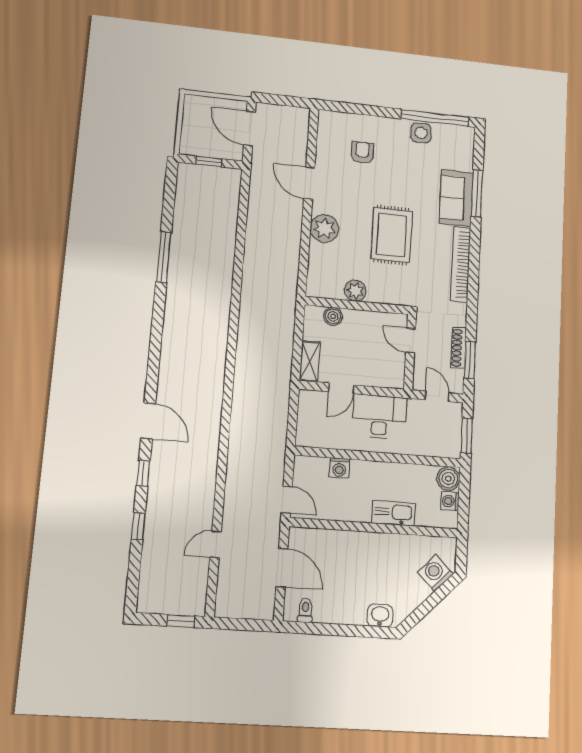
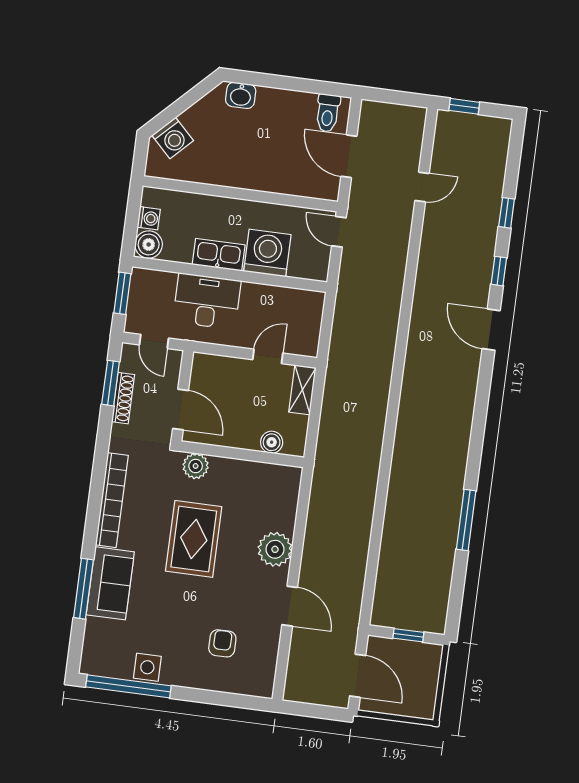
armchair: (362, 152) -> (222, 643), turned 180
plant: (355, 291) -> (196, 466), moved
door: (411, 341) -> (181, 410), width x1.38
desk: (379, 417) -> (207, 301), moved, turned 180
washing machine: (339, 468) -> (267, 253), width x1.89, depth x1.89
kitchen sink: (393, 513) -> (219, 255), moved, turned 180
toilet: (305, 610) -> (328, 113), width x1.37, depth x1.39

